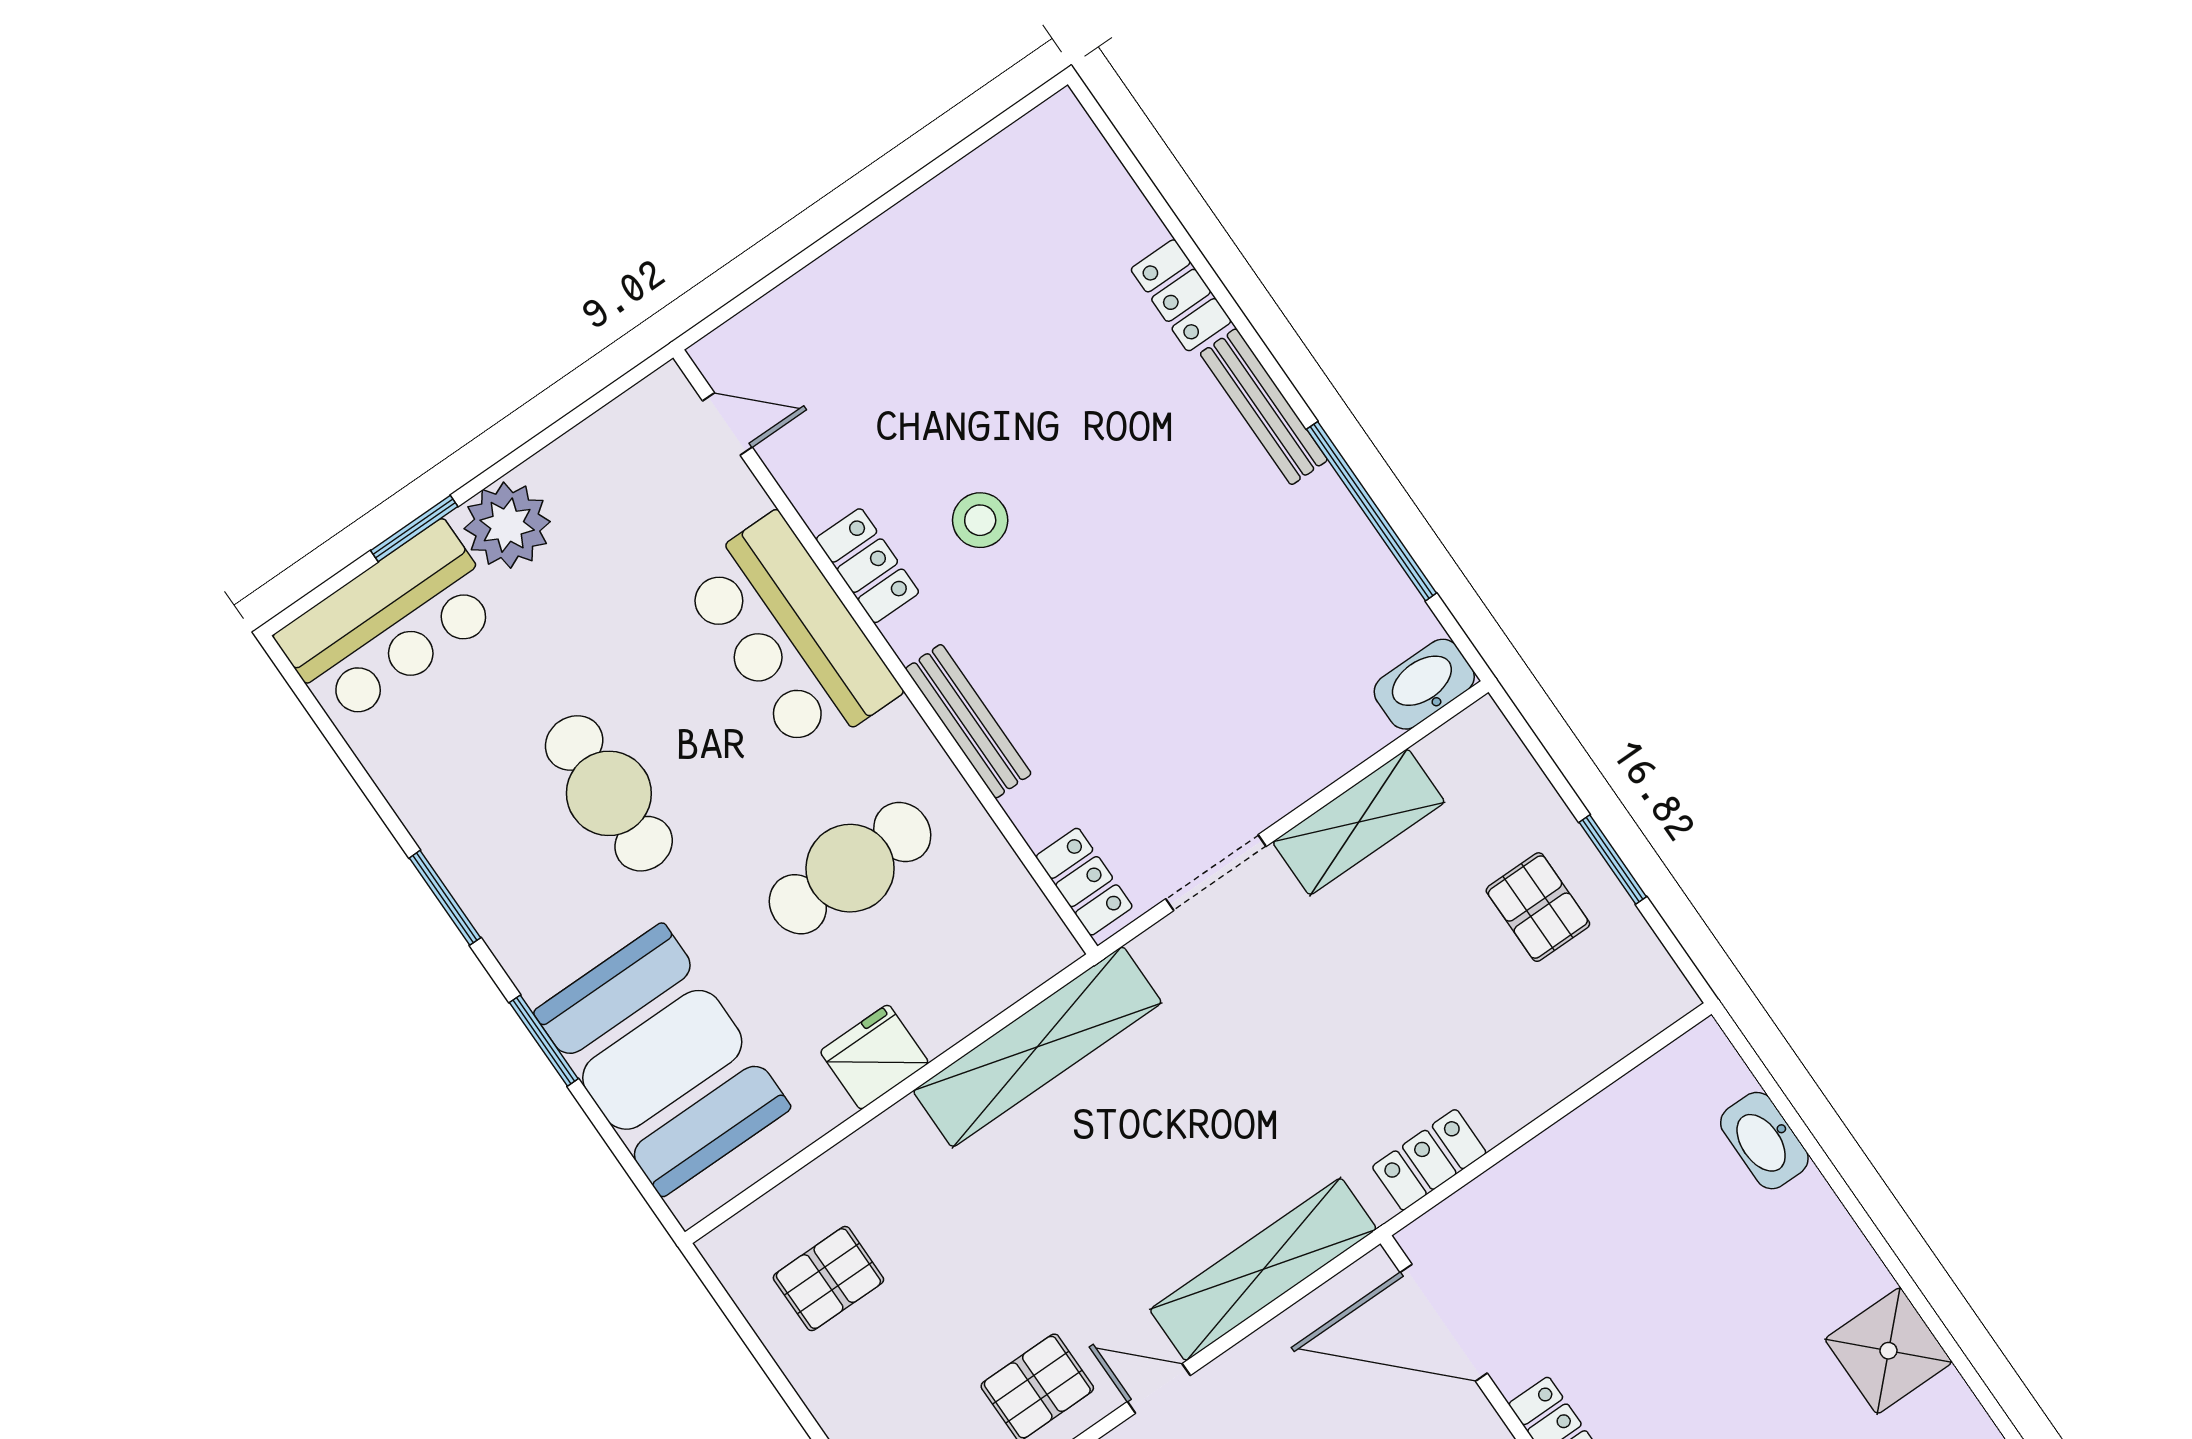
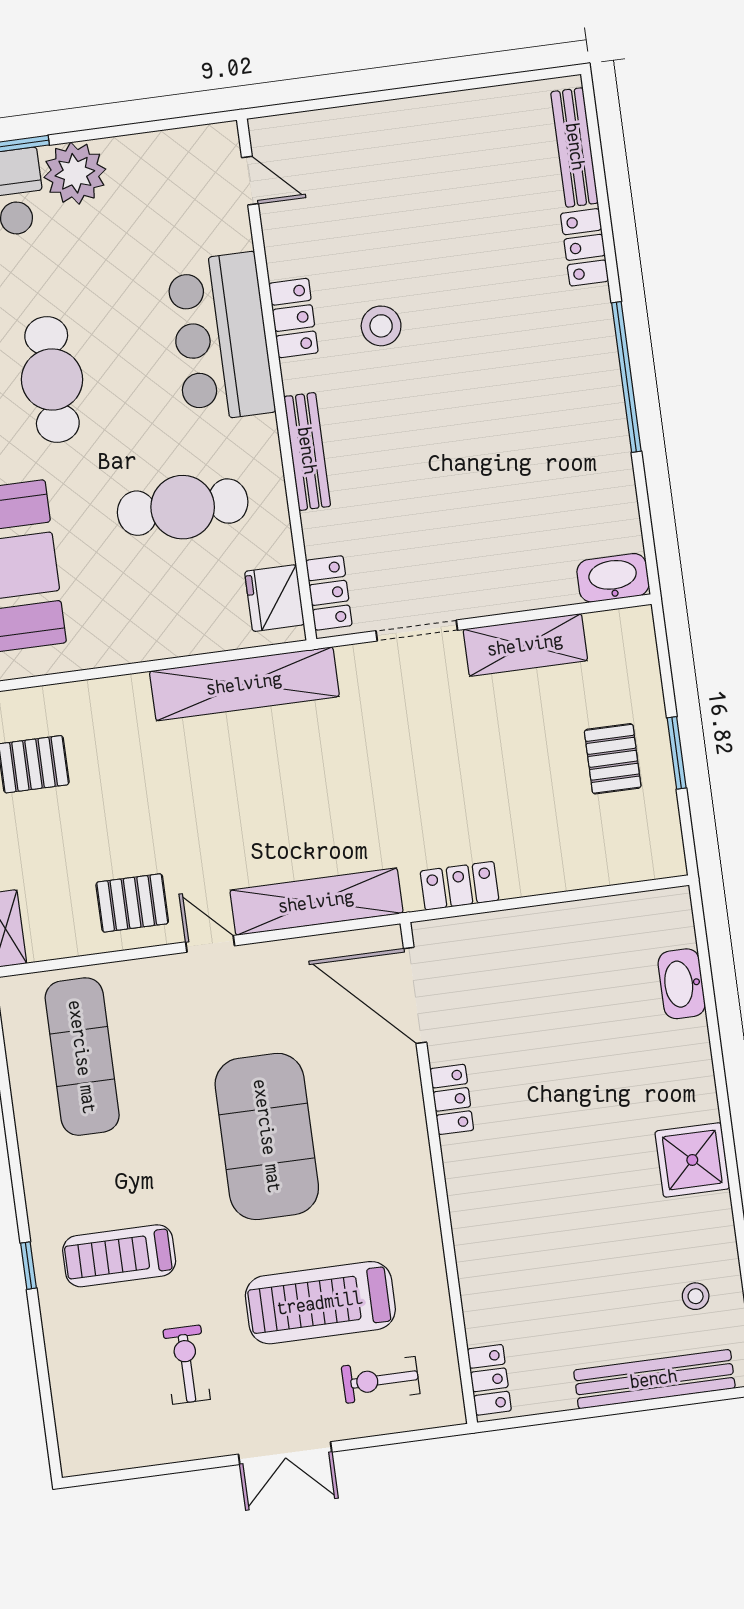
bench: (1264, 407) -> (575, 147), moved
window: (1372, 511) -> (626, 377), moved
fridge: (874, 1057) -> (274, 598), moved, turned -90

